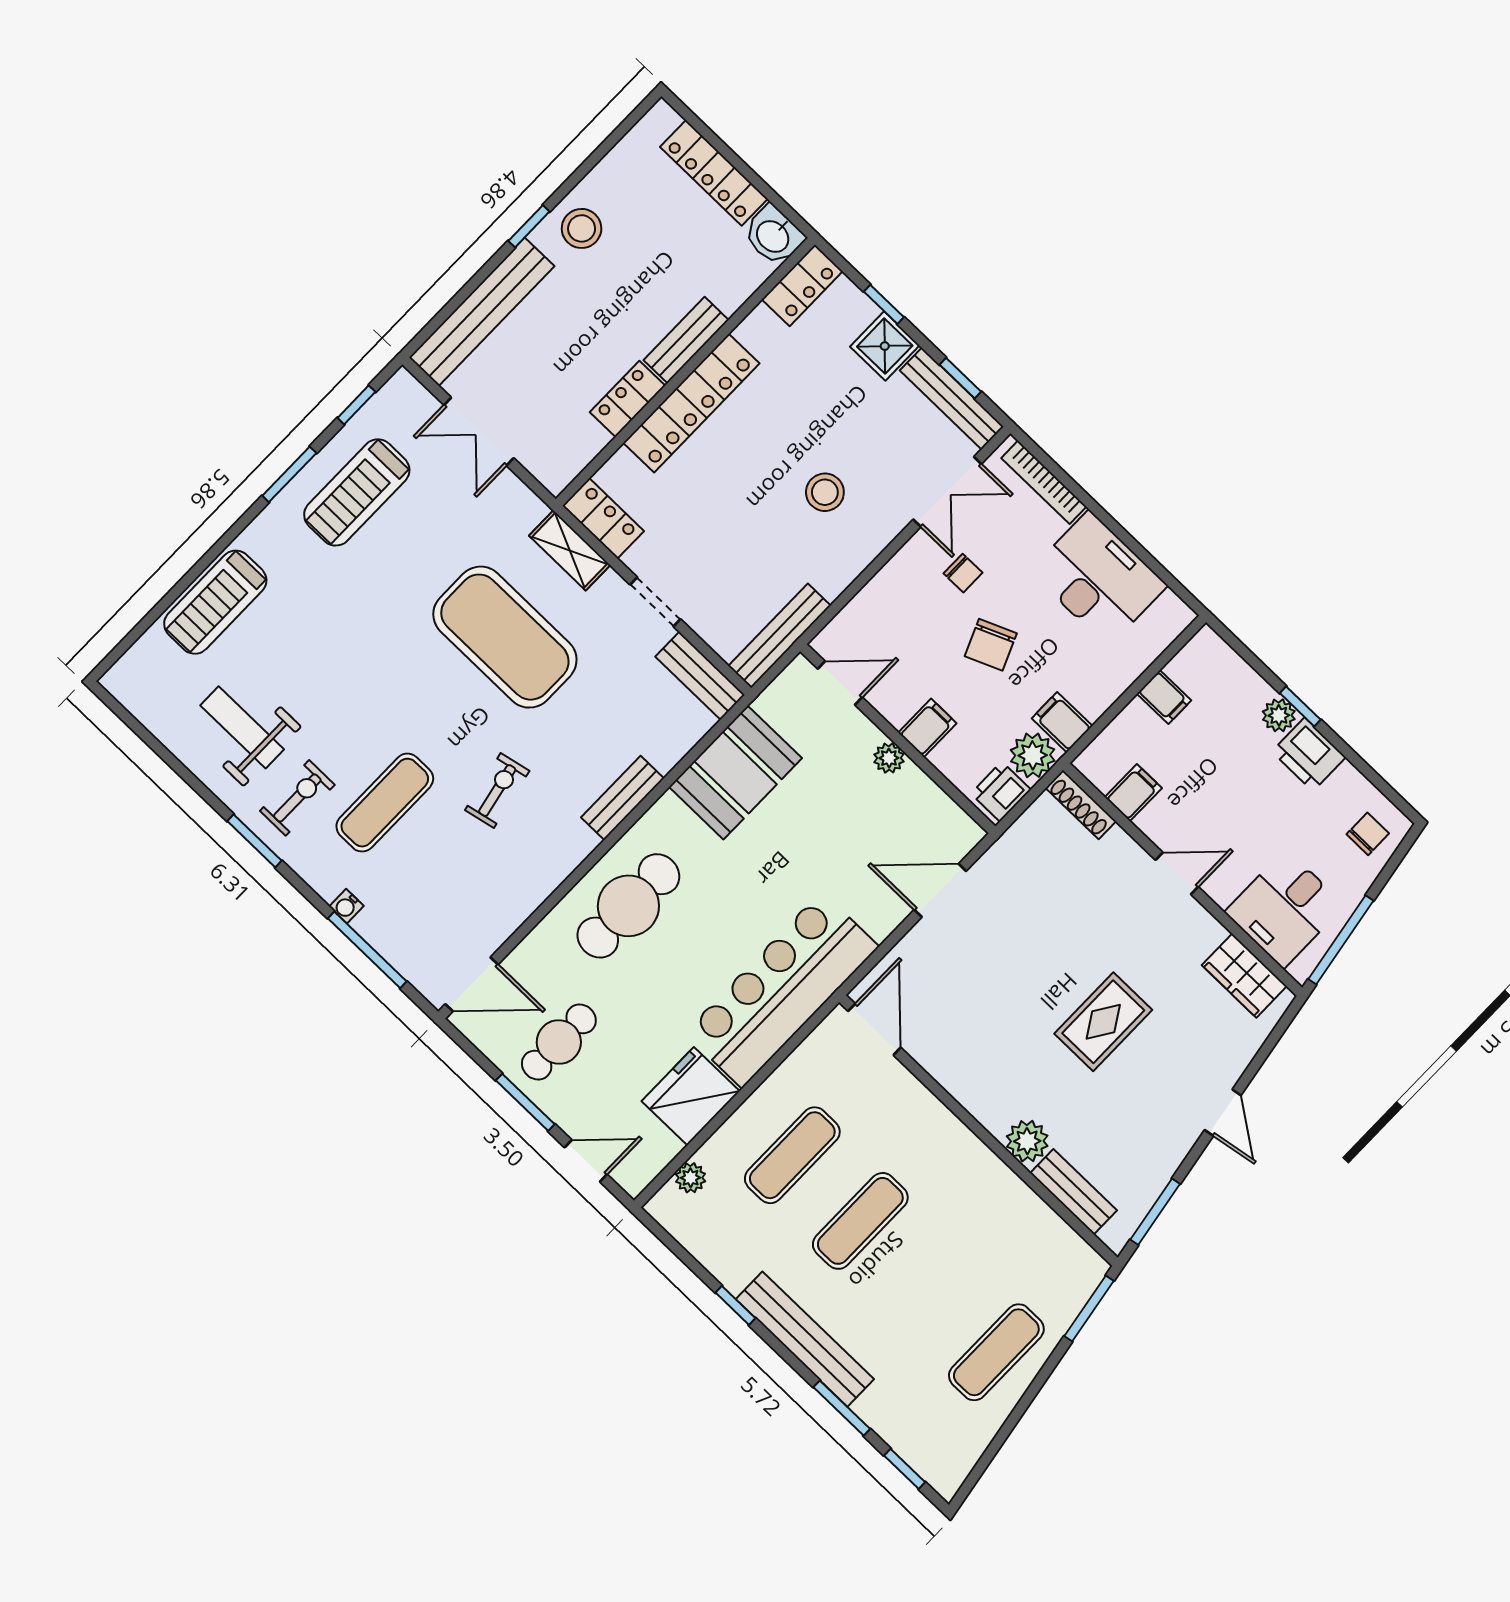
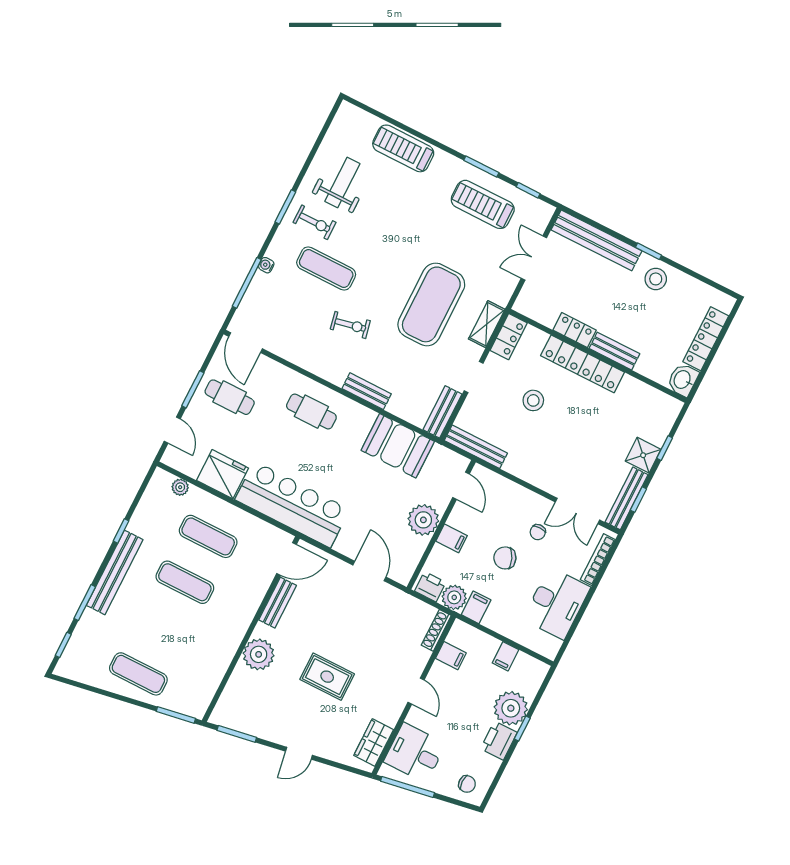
locker: (802, 285) -> (661, 403), removed
stool: (825, 492) -> (533, 400), moved
plant: (1279, 715) -> (511, 708), width x1.88, depth x1.88
plant: (889, 758) -> (423, 520), width x1.87, depth x1.87
cafe table: (628, 906) -> (311, 412), width x0.73, depth x0.74
plant: (1027, 1141) -> (259, 654), width x1.36, depth x1.36
bench: (1073, 1192) -> (278, 603), moved

